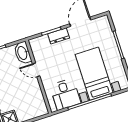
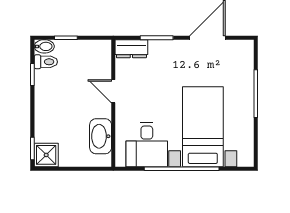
dresser: (59, 36) -> (131, 49), moved
washbasin: (23, 53) -> (101, 136), moved

